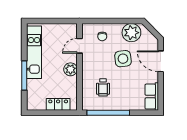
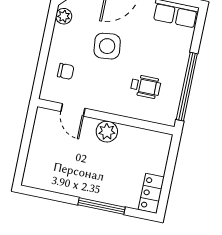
plant: (131, 33) -> (64, 16), width x0.53, depth x0.53
kitchen unit: (34, 52) -> (68, 183), removed
locker: (58, 104) -> (151, 193), moved

